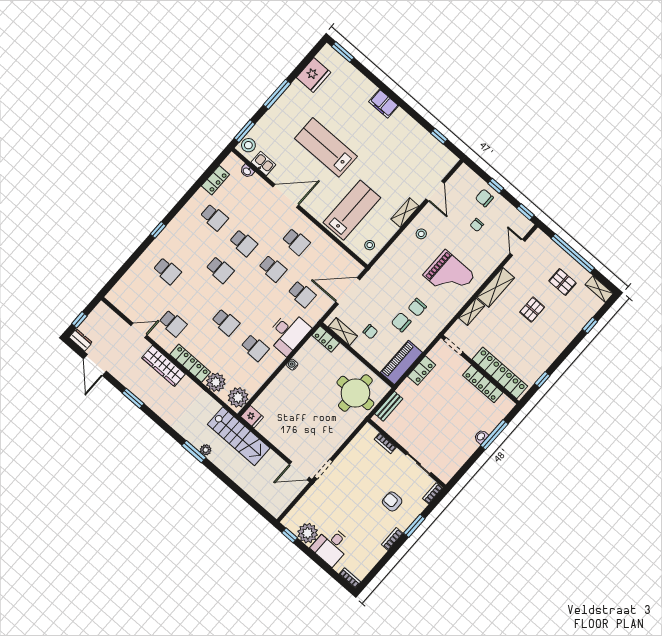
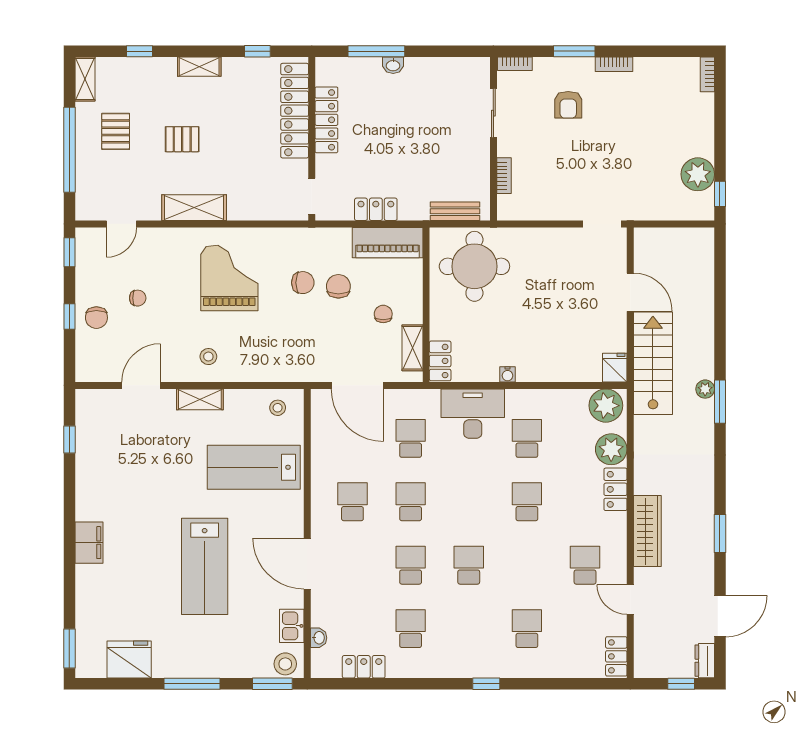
locker: (118, 301) -> (616, 656), added
shelving: (472, 312) -> (199, 67), moved
chair: (401, 322) -> (338, 286), turned 180
locker: (190, 363) -> (615, 489), width x0.66
door: (299, 471) -> (630, 292), moved
desk: (331, 546) -> (688, 132), removed

